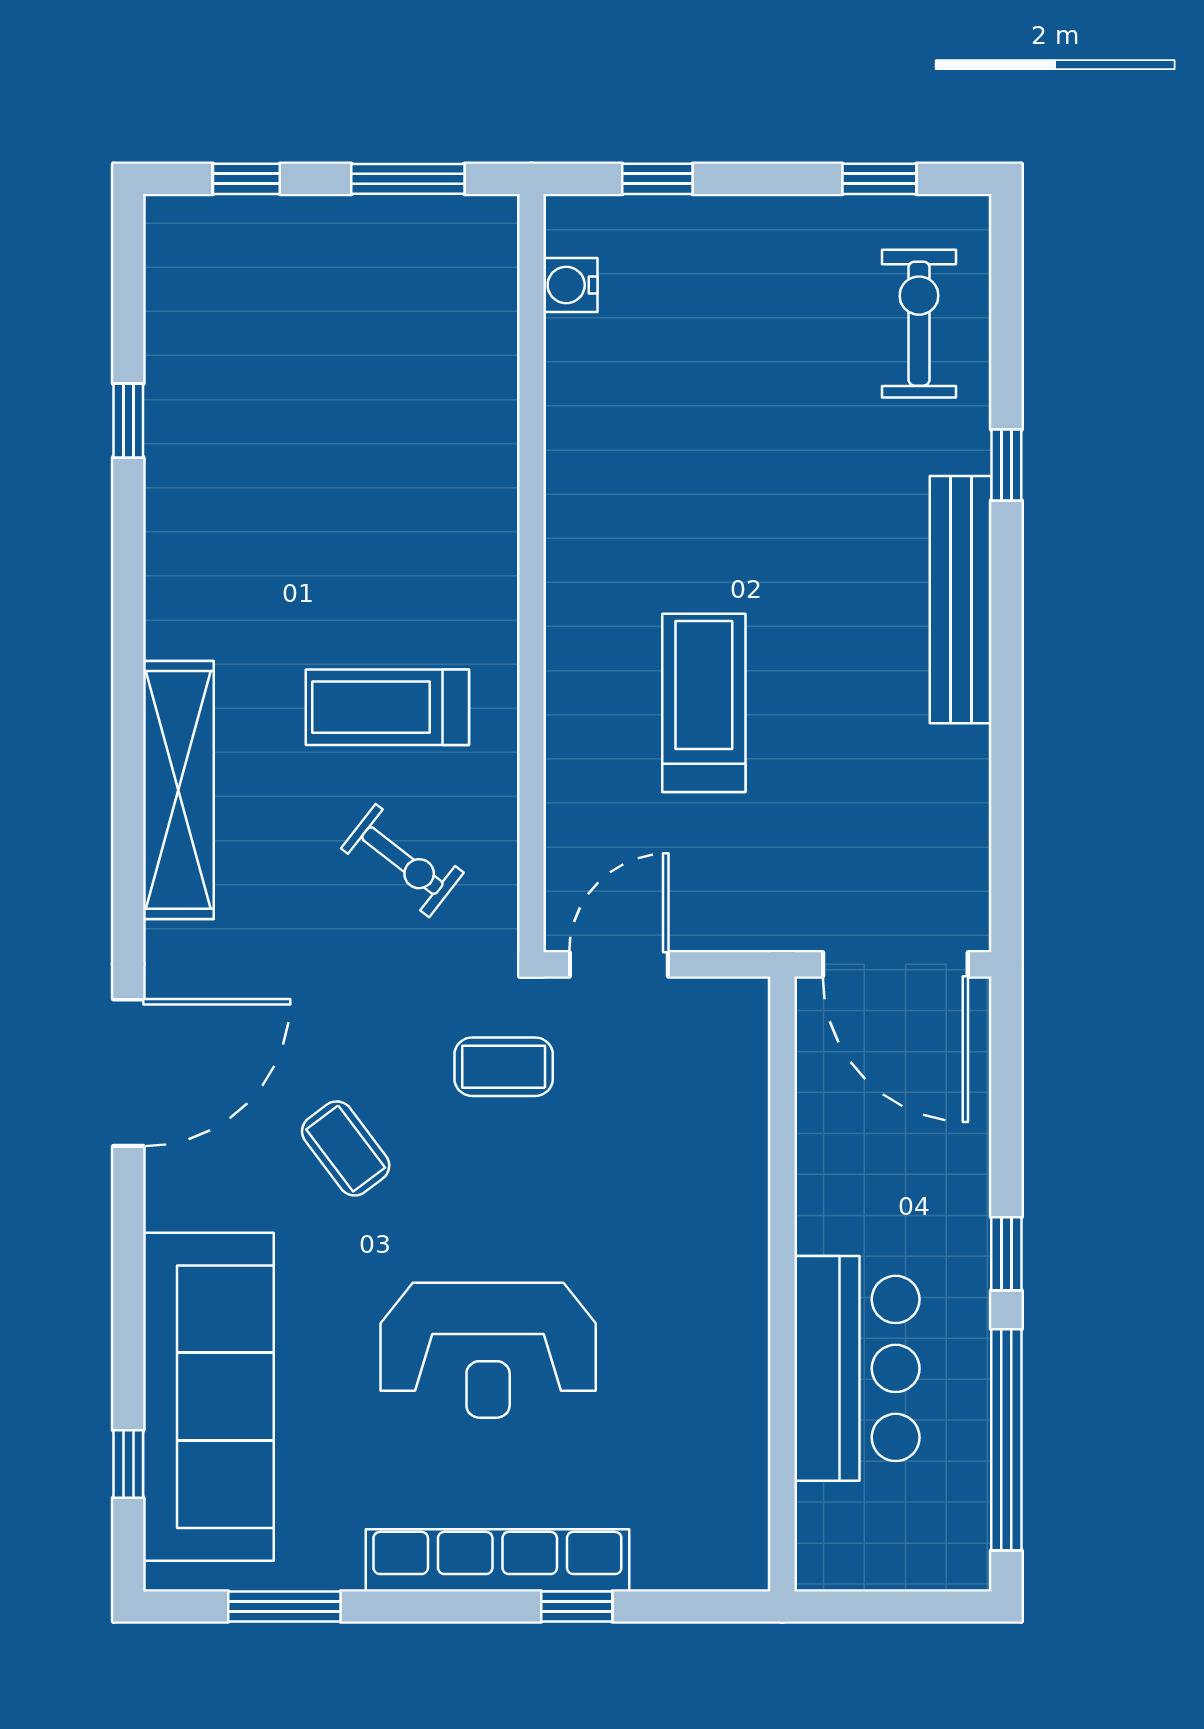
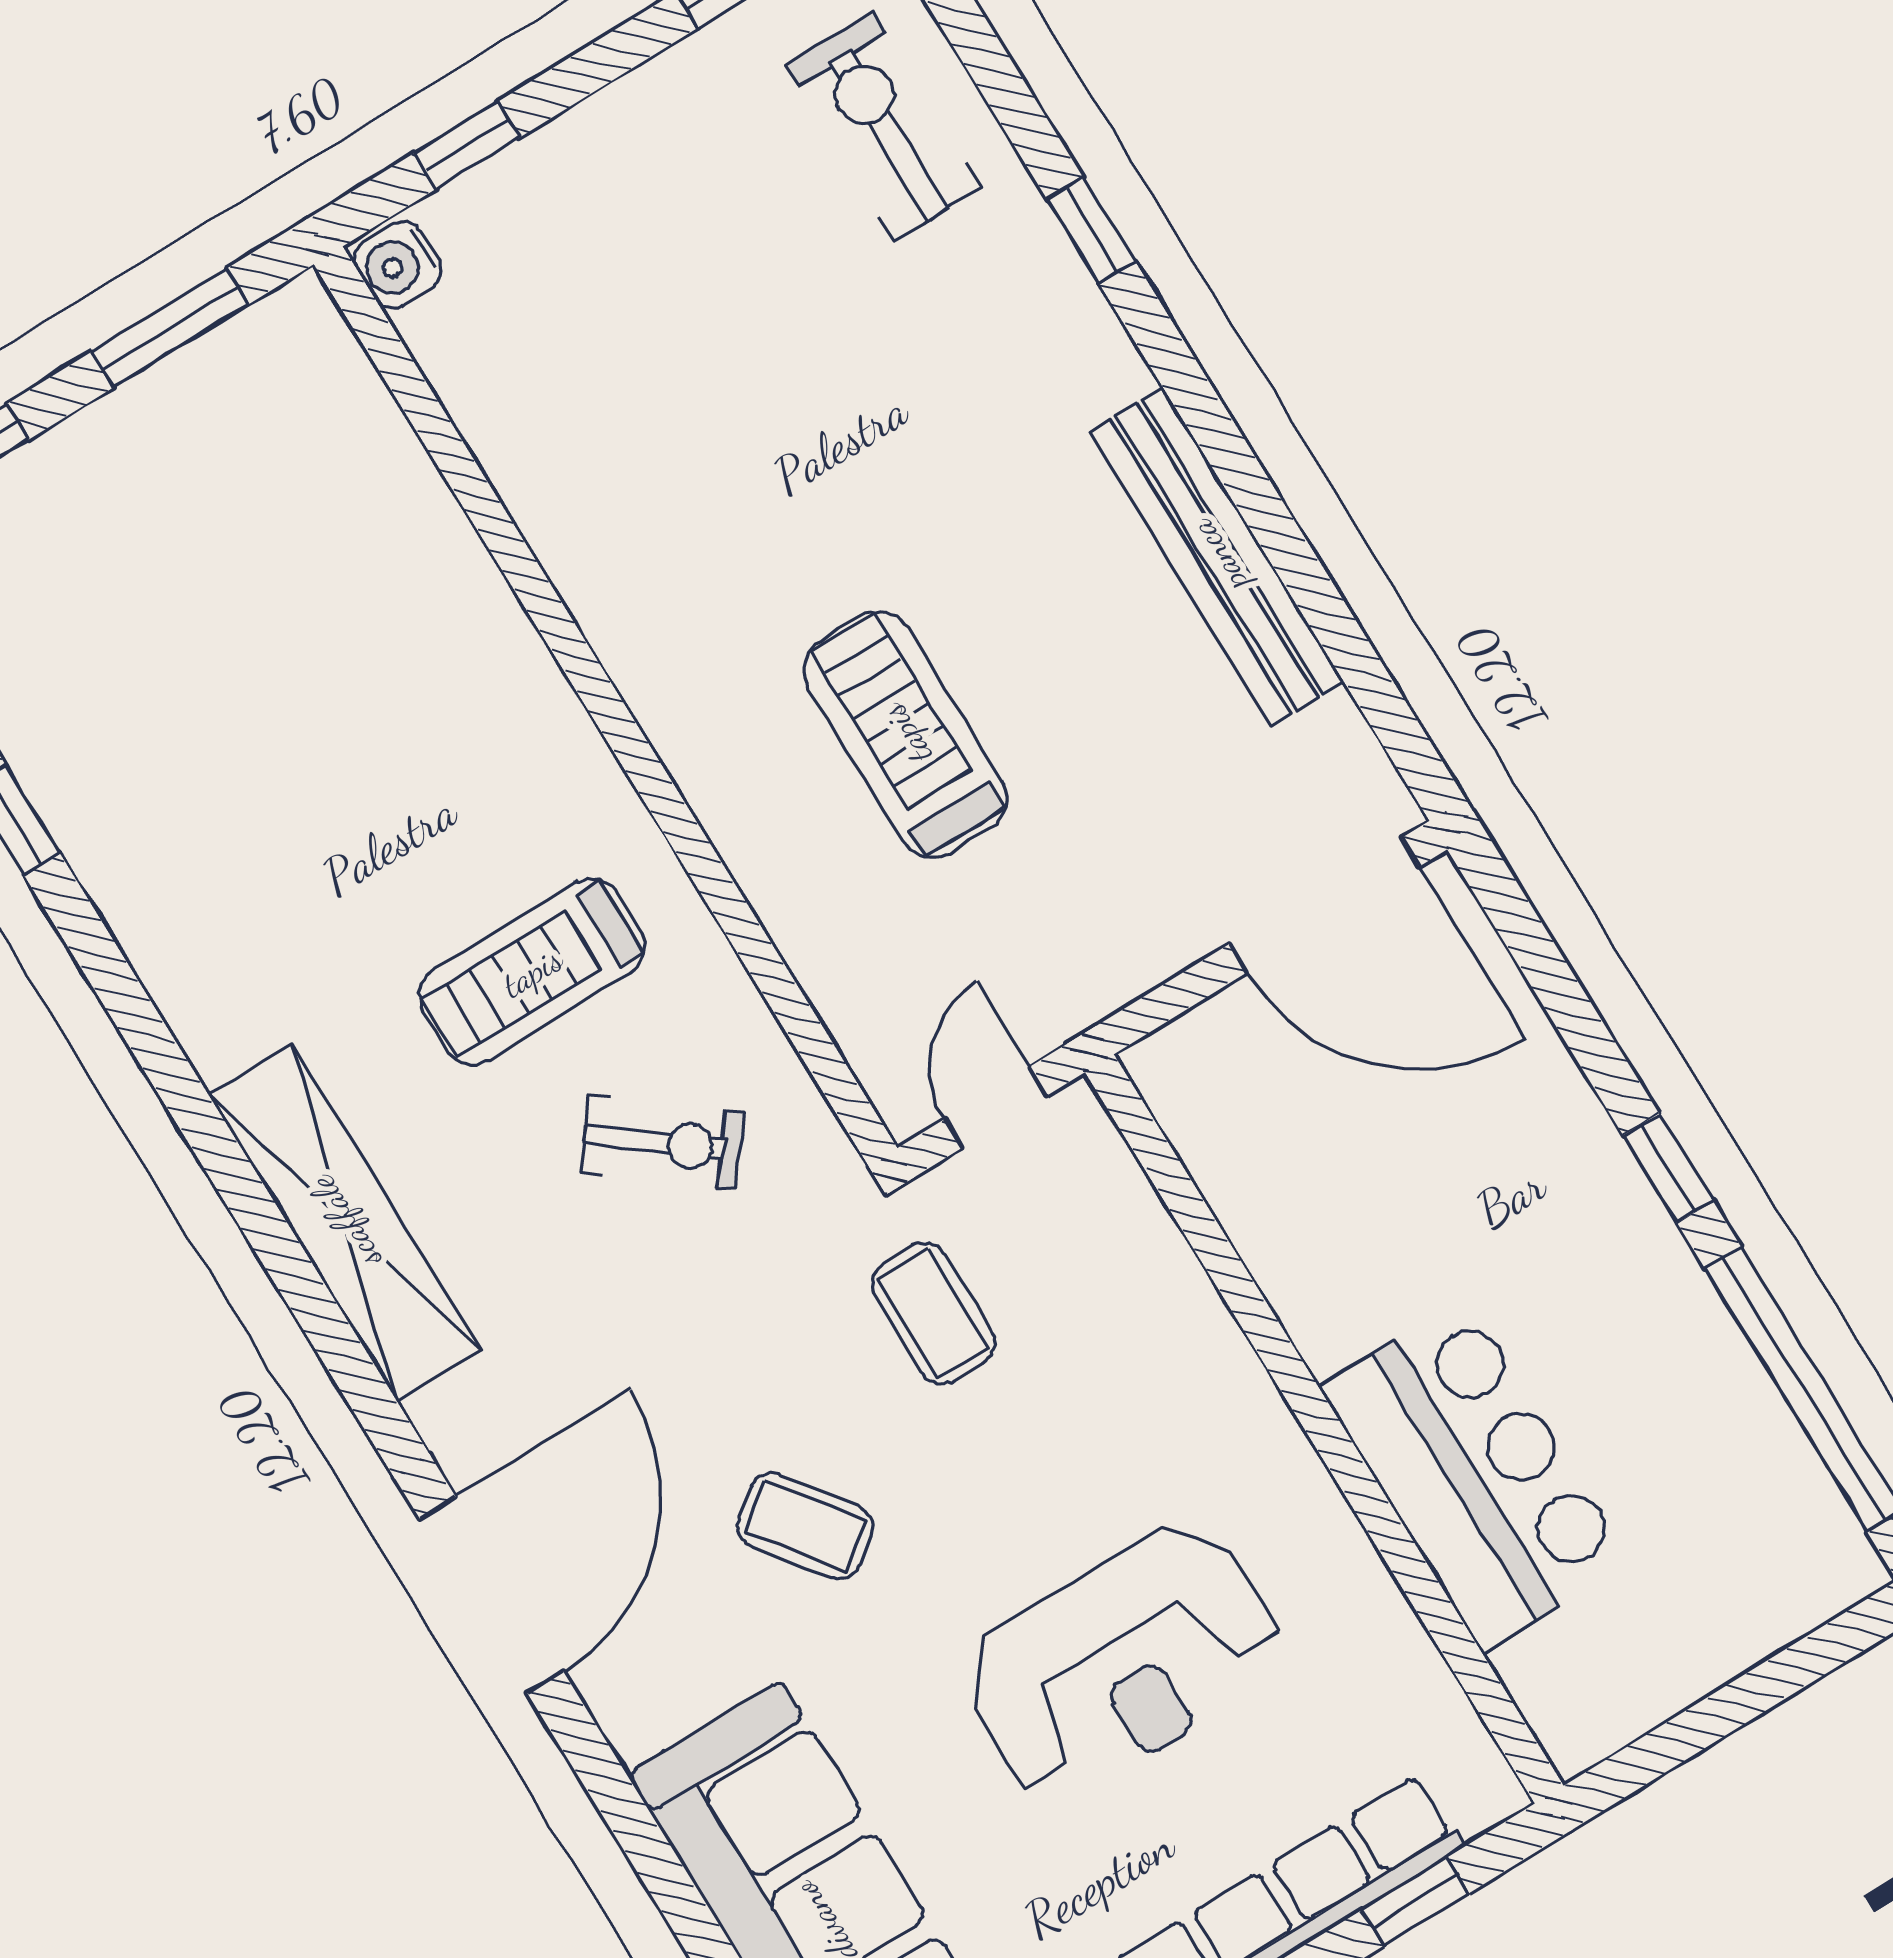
water cooler: (570, 285) -> (398, 265), moved
bench: (961, 600) -> (1217, 556), moved
door: (619, 964) -> (996, 1107), width x0.73
coffee table: (504, 1067) -> (933, 1313), turned 90
wall: (782, 1284) -> (1324, 1429), moved
bar counter: (857, 1368) -> (1475, 1475), moved

